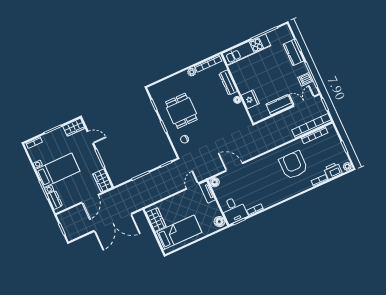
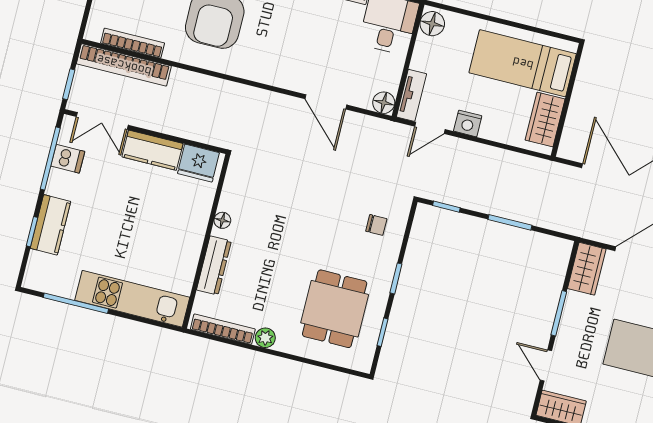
fridge: (250, 99) -> (198, 163), moved, turned -90
dining table: (181, 111) -> (335, 309), moved
nightstand: (181, 198) -> (468, 123), added

